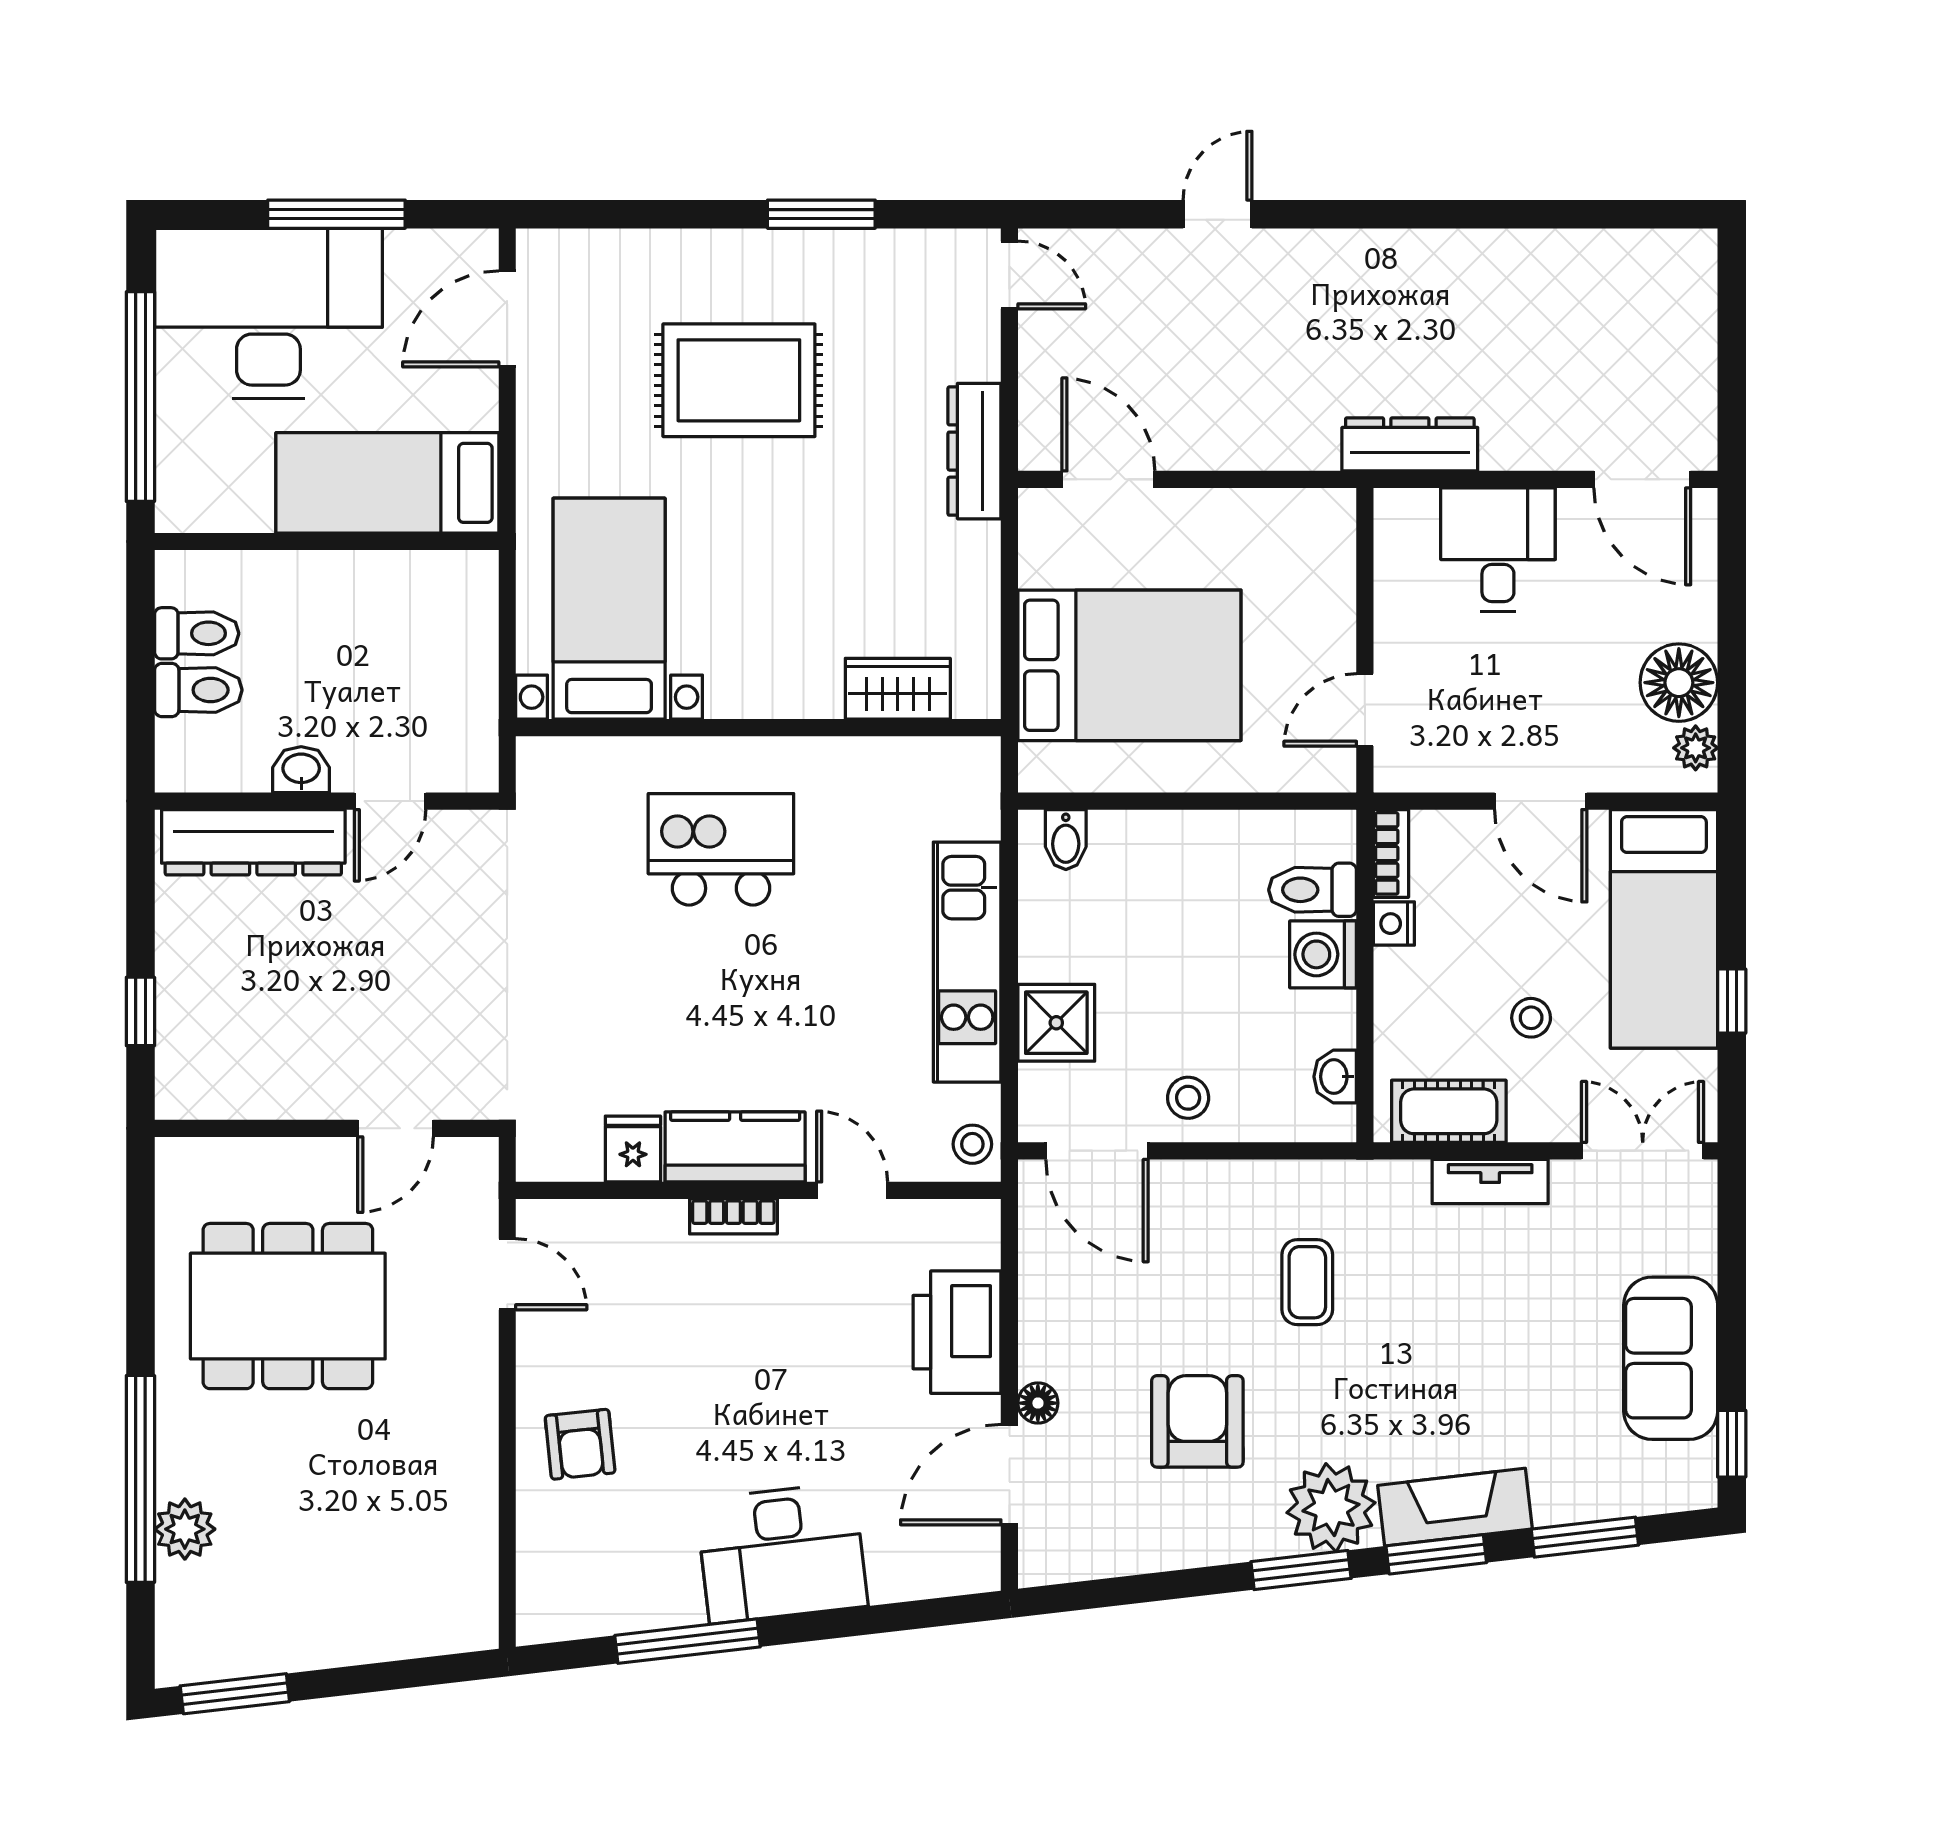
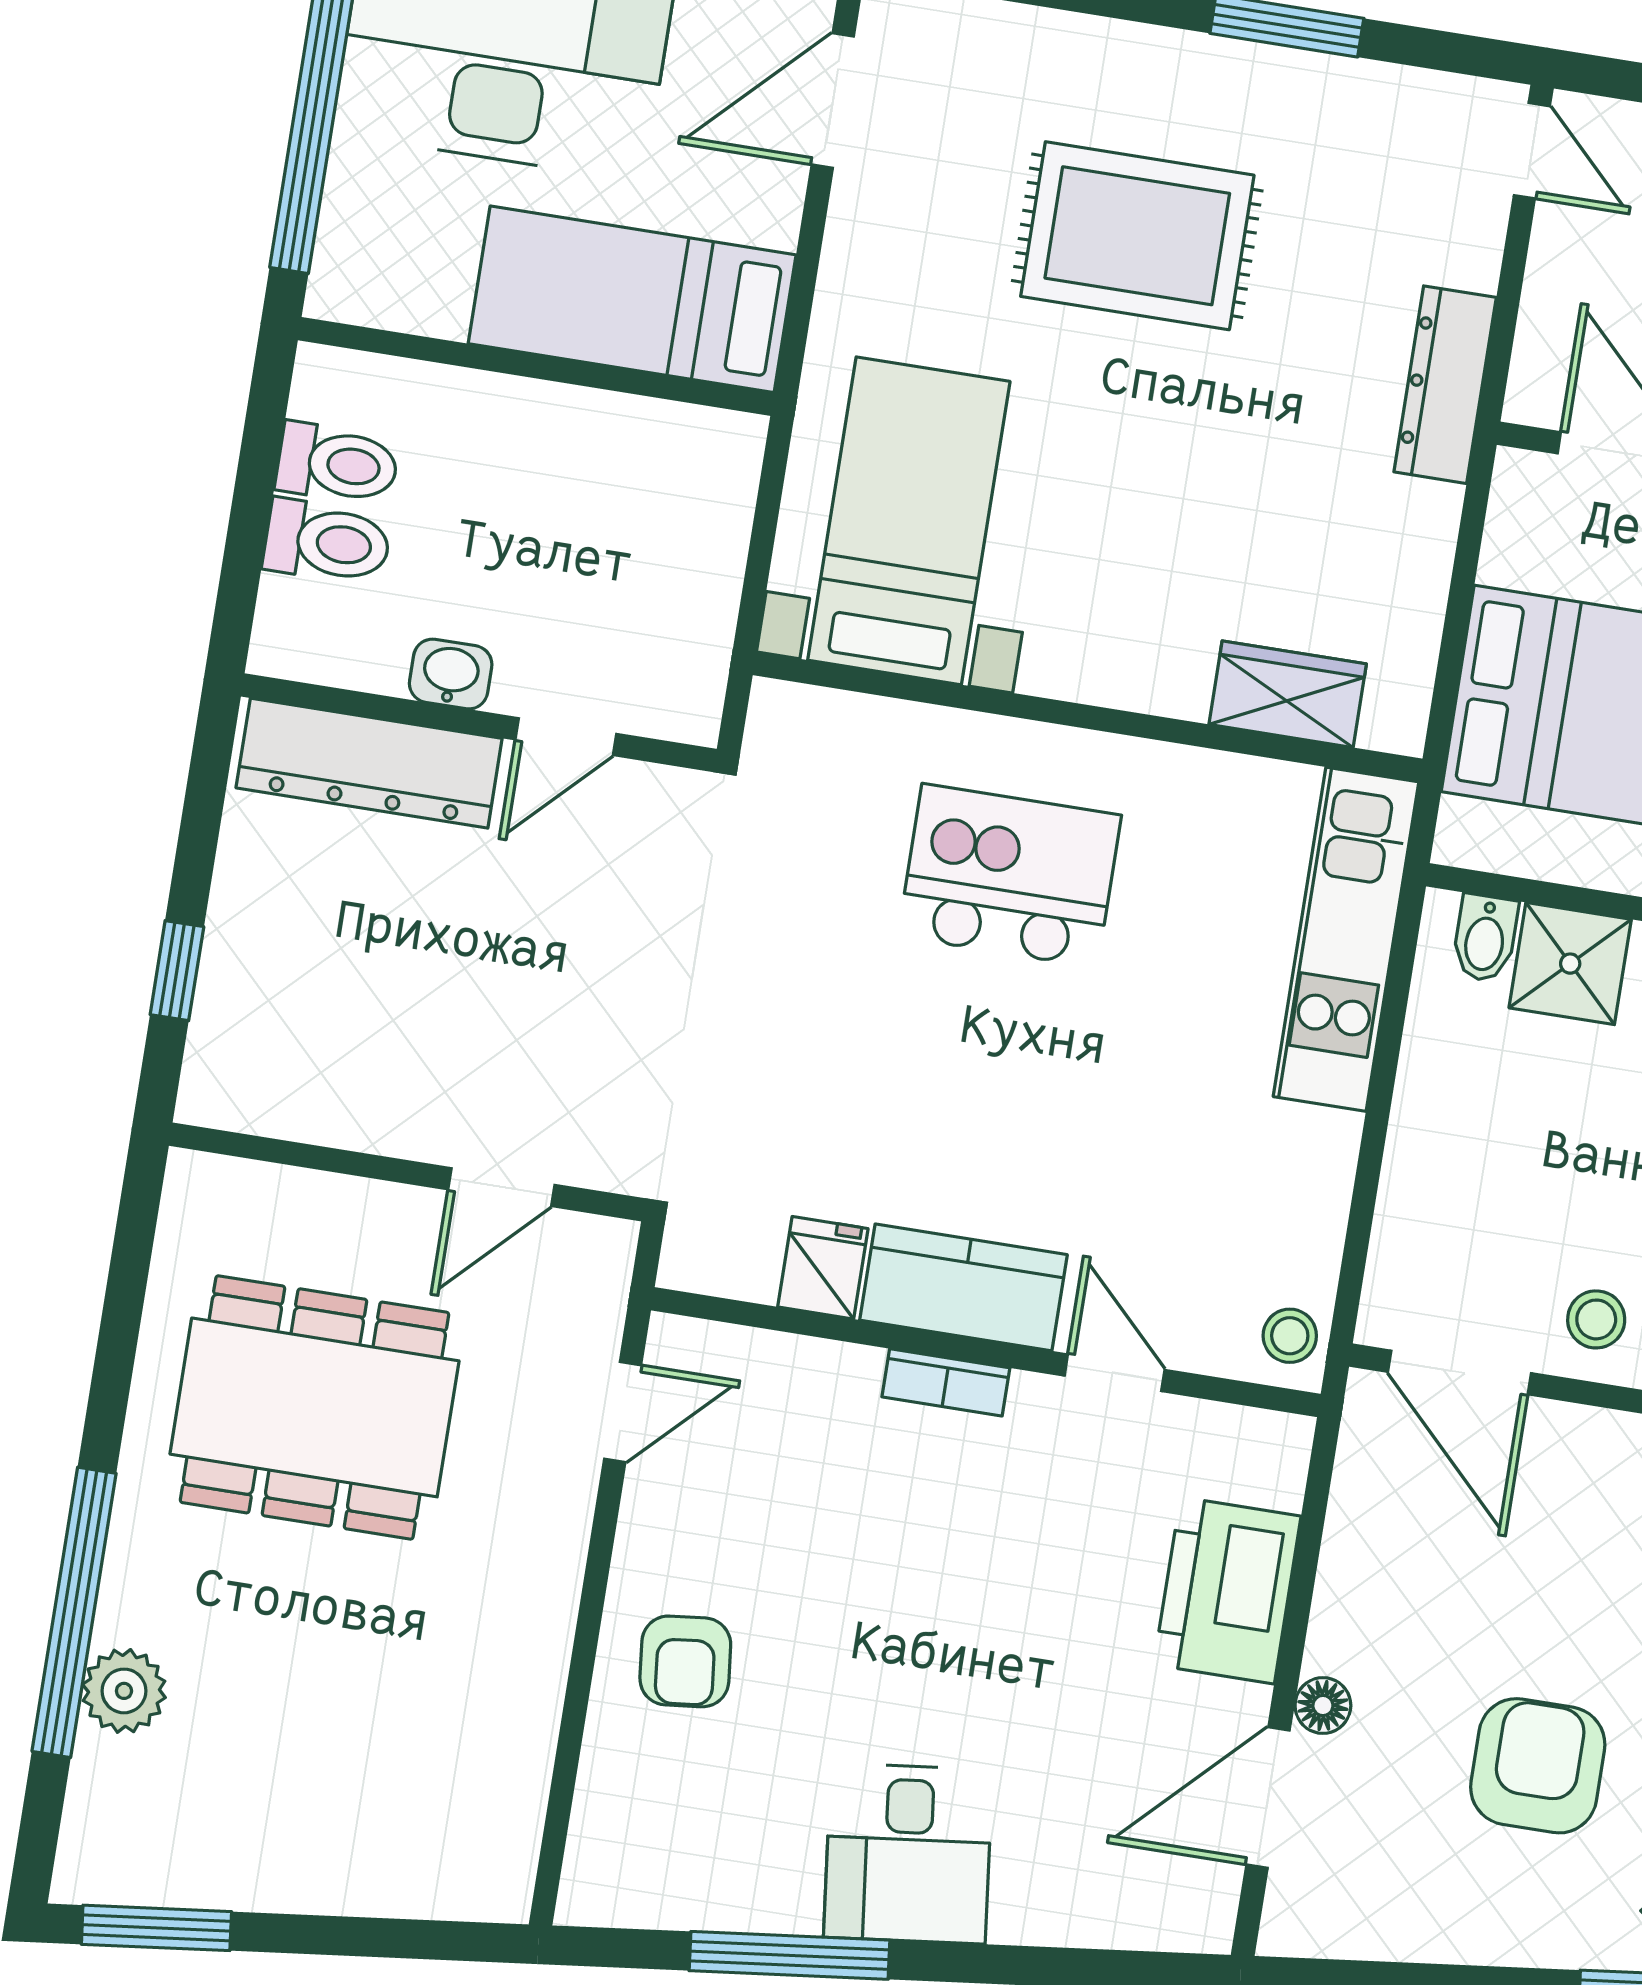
kitchen unit: (967, 962) -> (1346, 939), moved
shower: (1056, 1023) -> (1570, 964), moved
door: (507, 1274) -> (623, 1412), hinge flipped
desk: (782, 1553) -> (908, 1854), width x0.73

